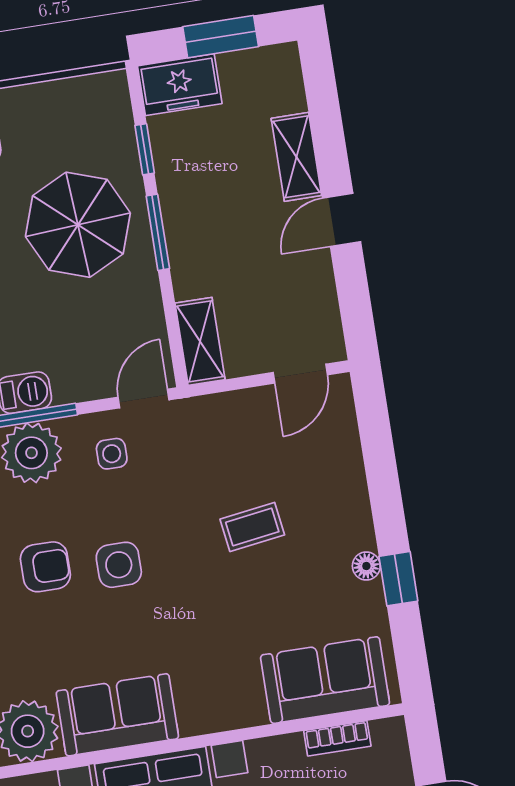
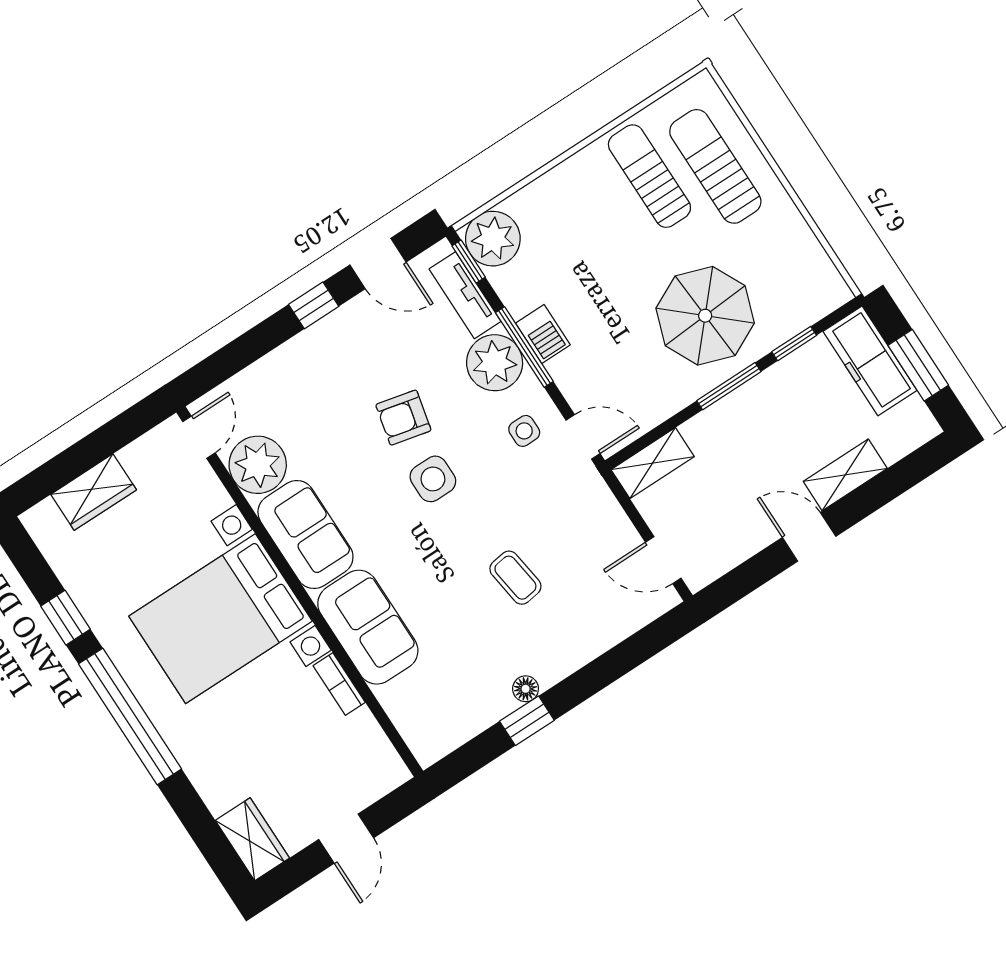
freezer: (180, 85) -> (870, 361), width x1.40
armchair: (45, 567) -> (403, 418), turned 103
sofa: (325, 680) -> (368, 627), moved
bookcase: (337, 738) -> (339, 684), moved

